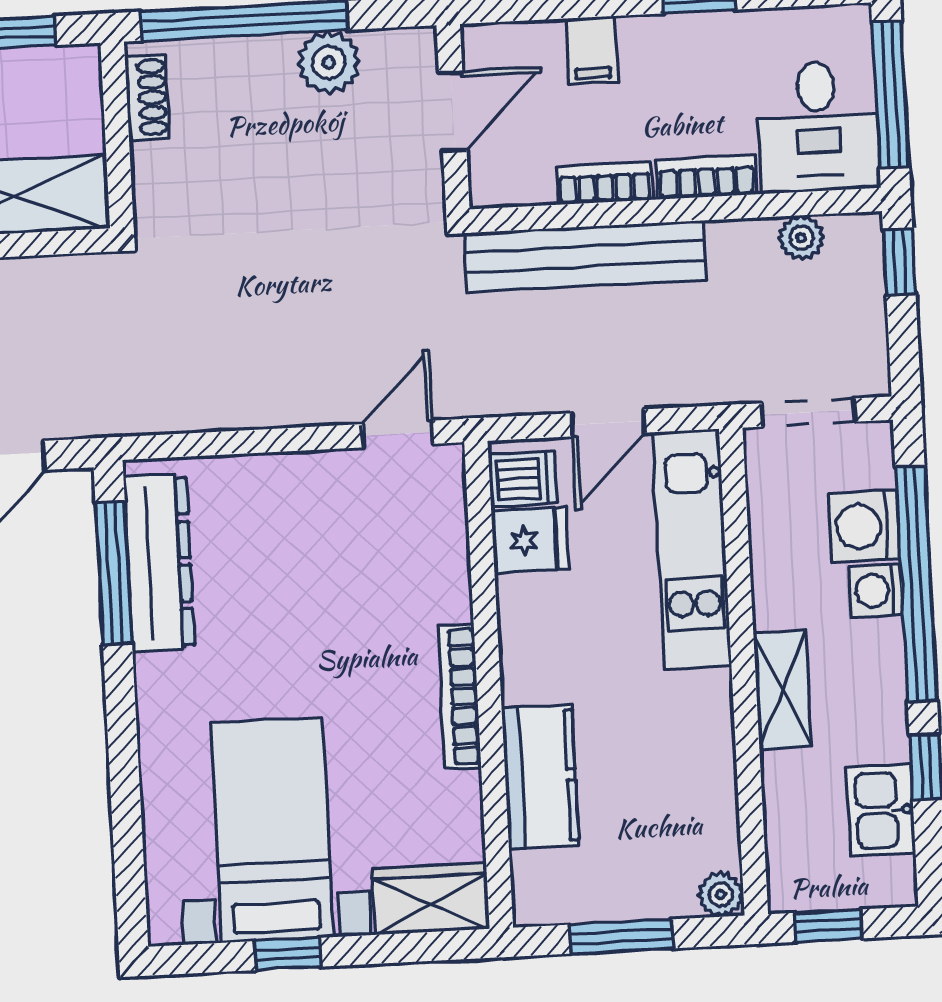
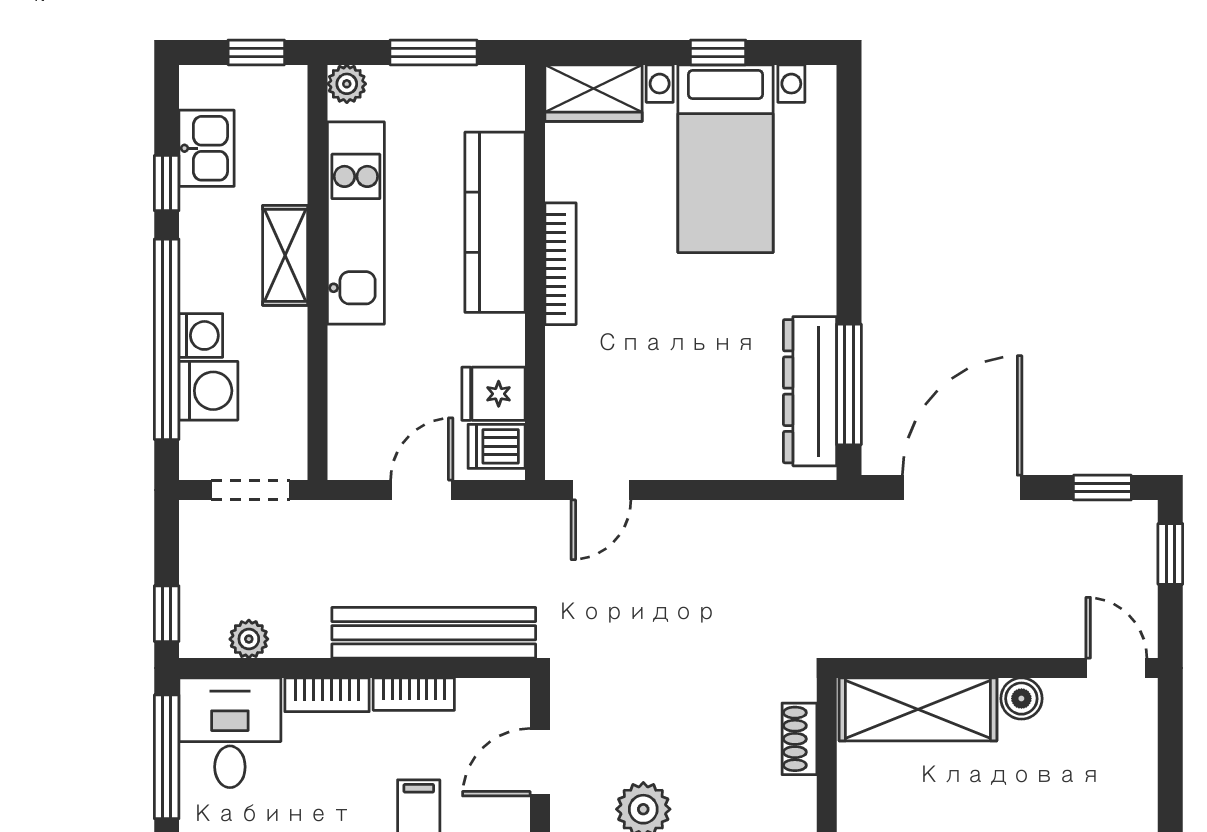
shoe rack: (147, 98) -> (799, 739), moved
kitchen unit: (692, 549) -> (356, 223), moved
kitchen counter: (540, 776) -> (495, 222), width x1.50

